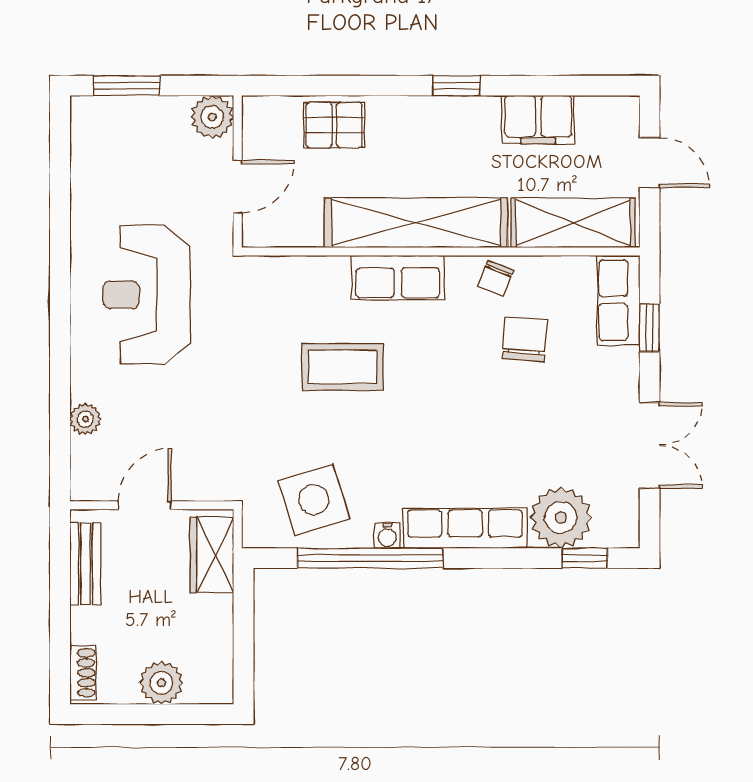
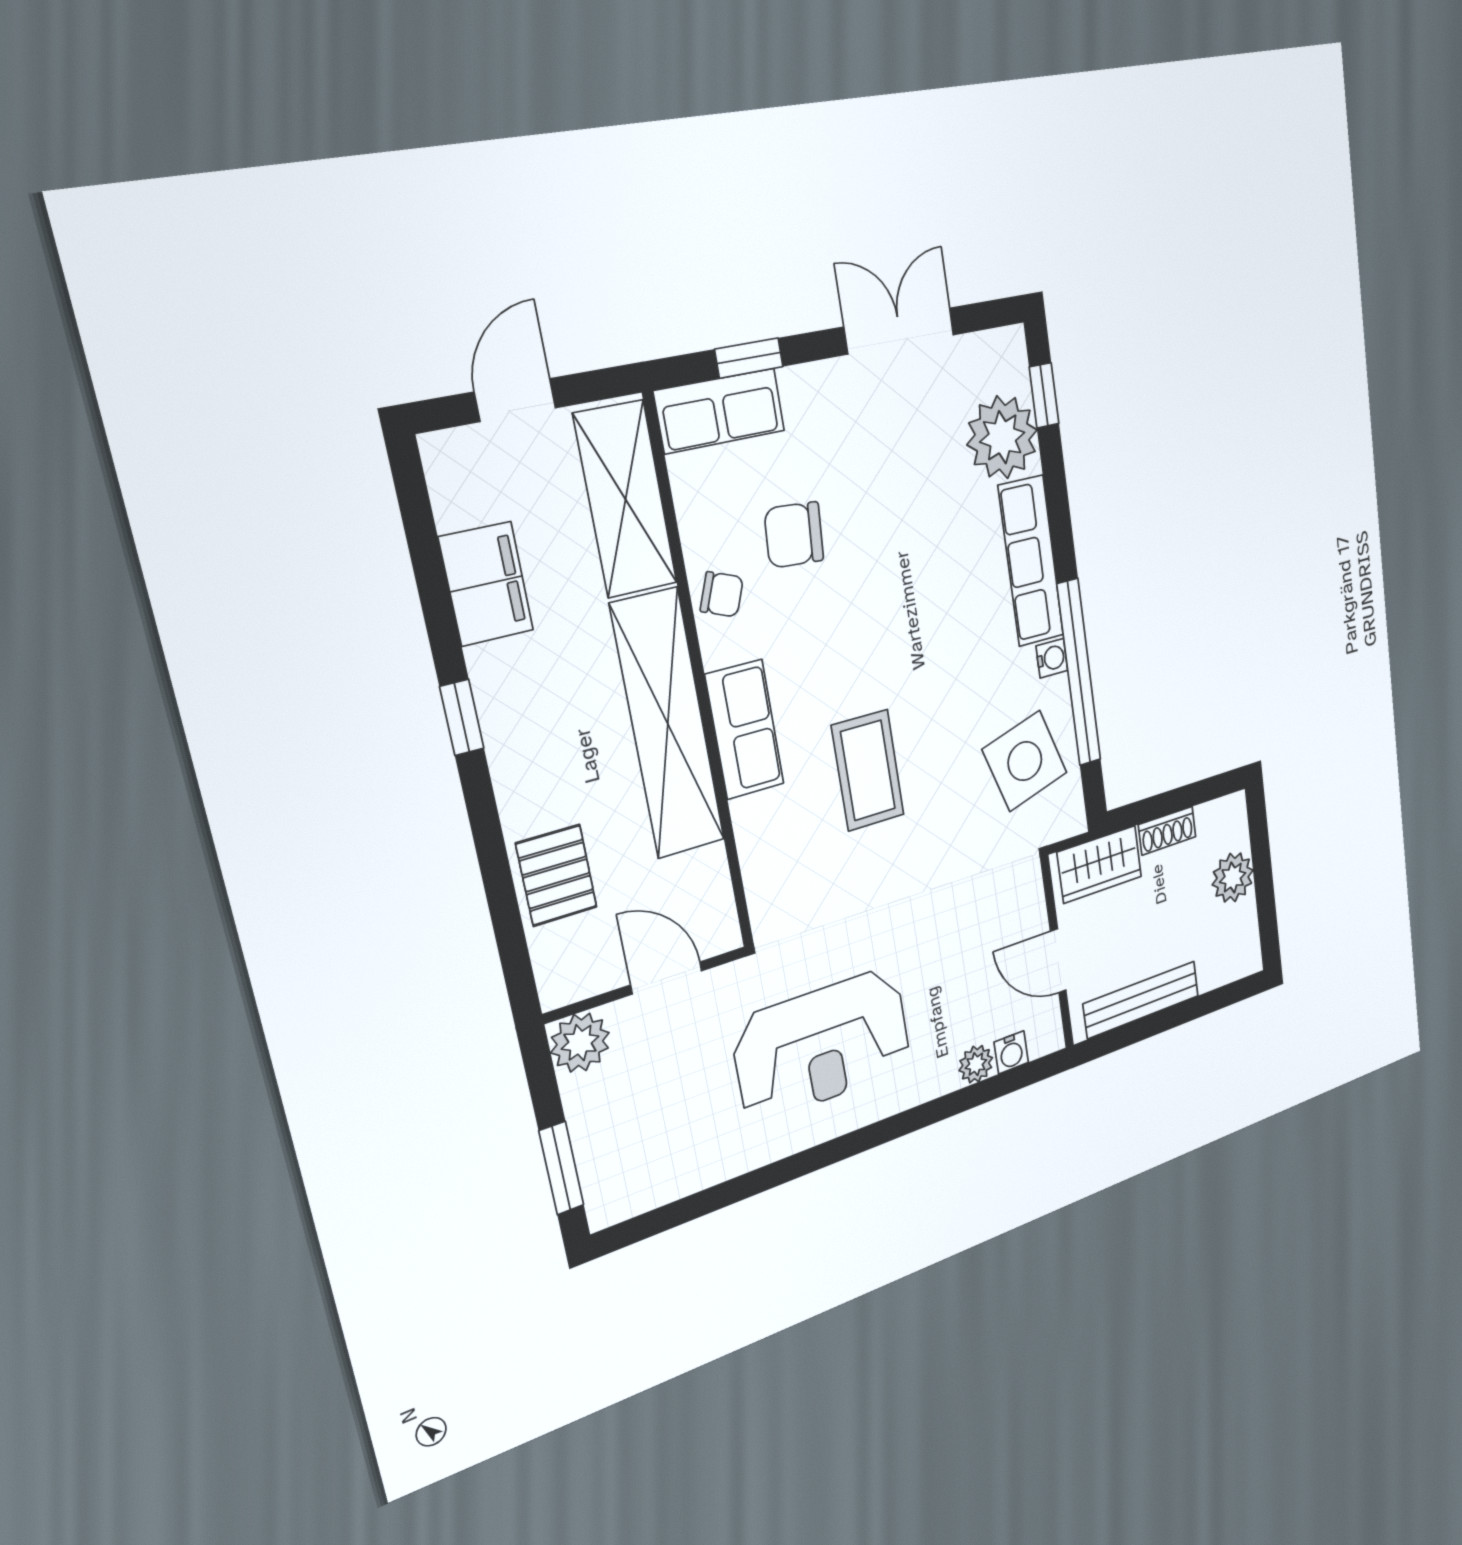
water cooler: (84, 452) -> (1011, 1052), added
bench: (85, 564) -> (1141, 1000), width x1.36
shoe rack: (83, 673) -> (1167, 831), moved, turned 180

